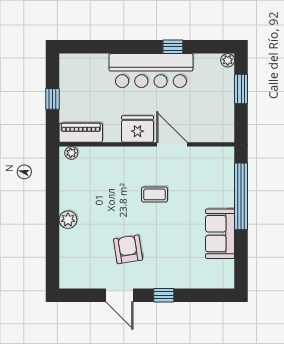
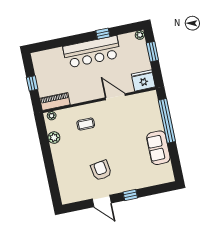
fridge: (137, 129) -> (143, 80), moved
coffee table: (155, 194) -> (86, 124), moved
plant: (68, 220) -> (54, 138), moved

